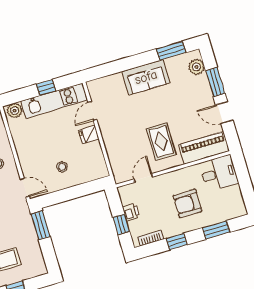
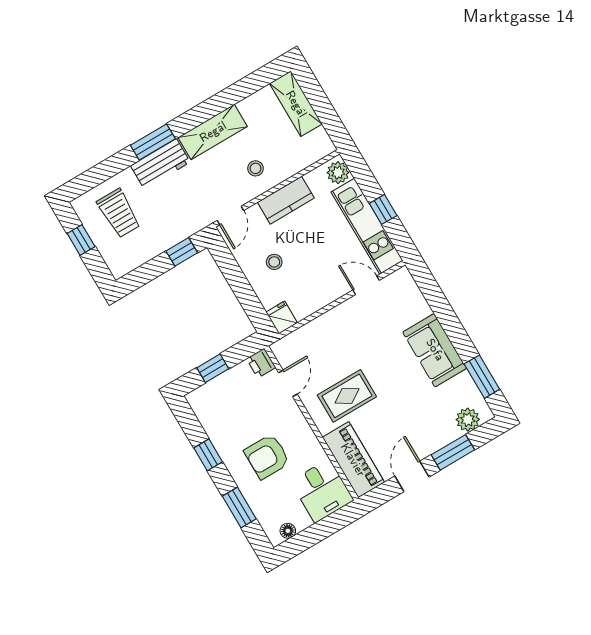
fridge: (89, 135) -> (282, 317), moved
kitchen counter: (24, 149) -> (286, 200), added
door: (143, 178) -> (288, 383), hinge flipped
floor lamp: (239, 202) -> (288, 531), added
armchair: (187, 204) -> (267, 457), turned -90
printer: (131, 212) -> (261, 363), moved, turned 90
window: (40, 225) -> (182, 252), width x0.67
bookcase: (151, 238) -> (204, 416), removed

